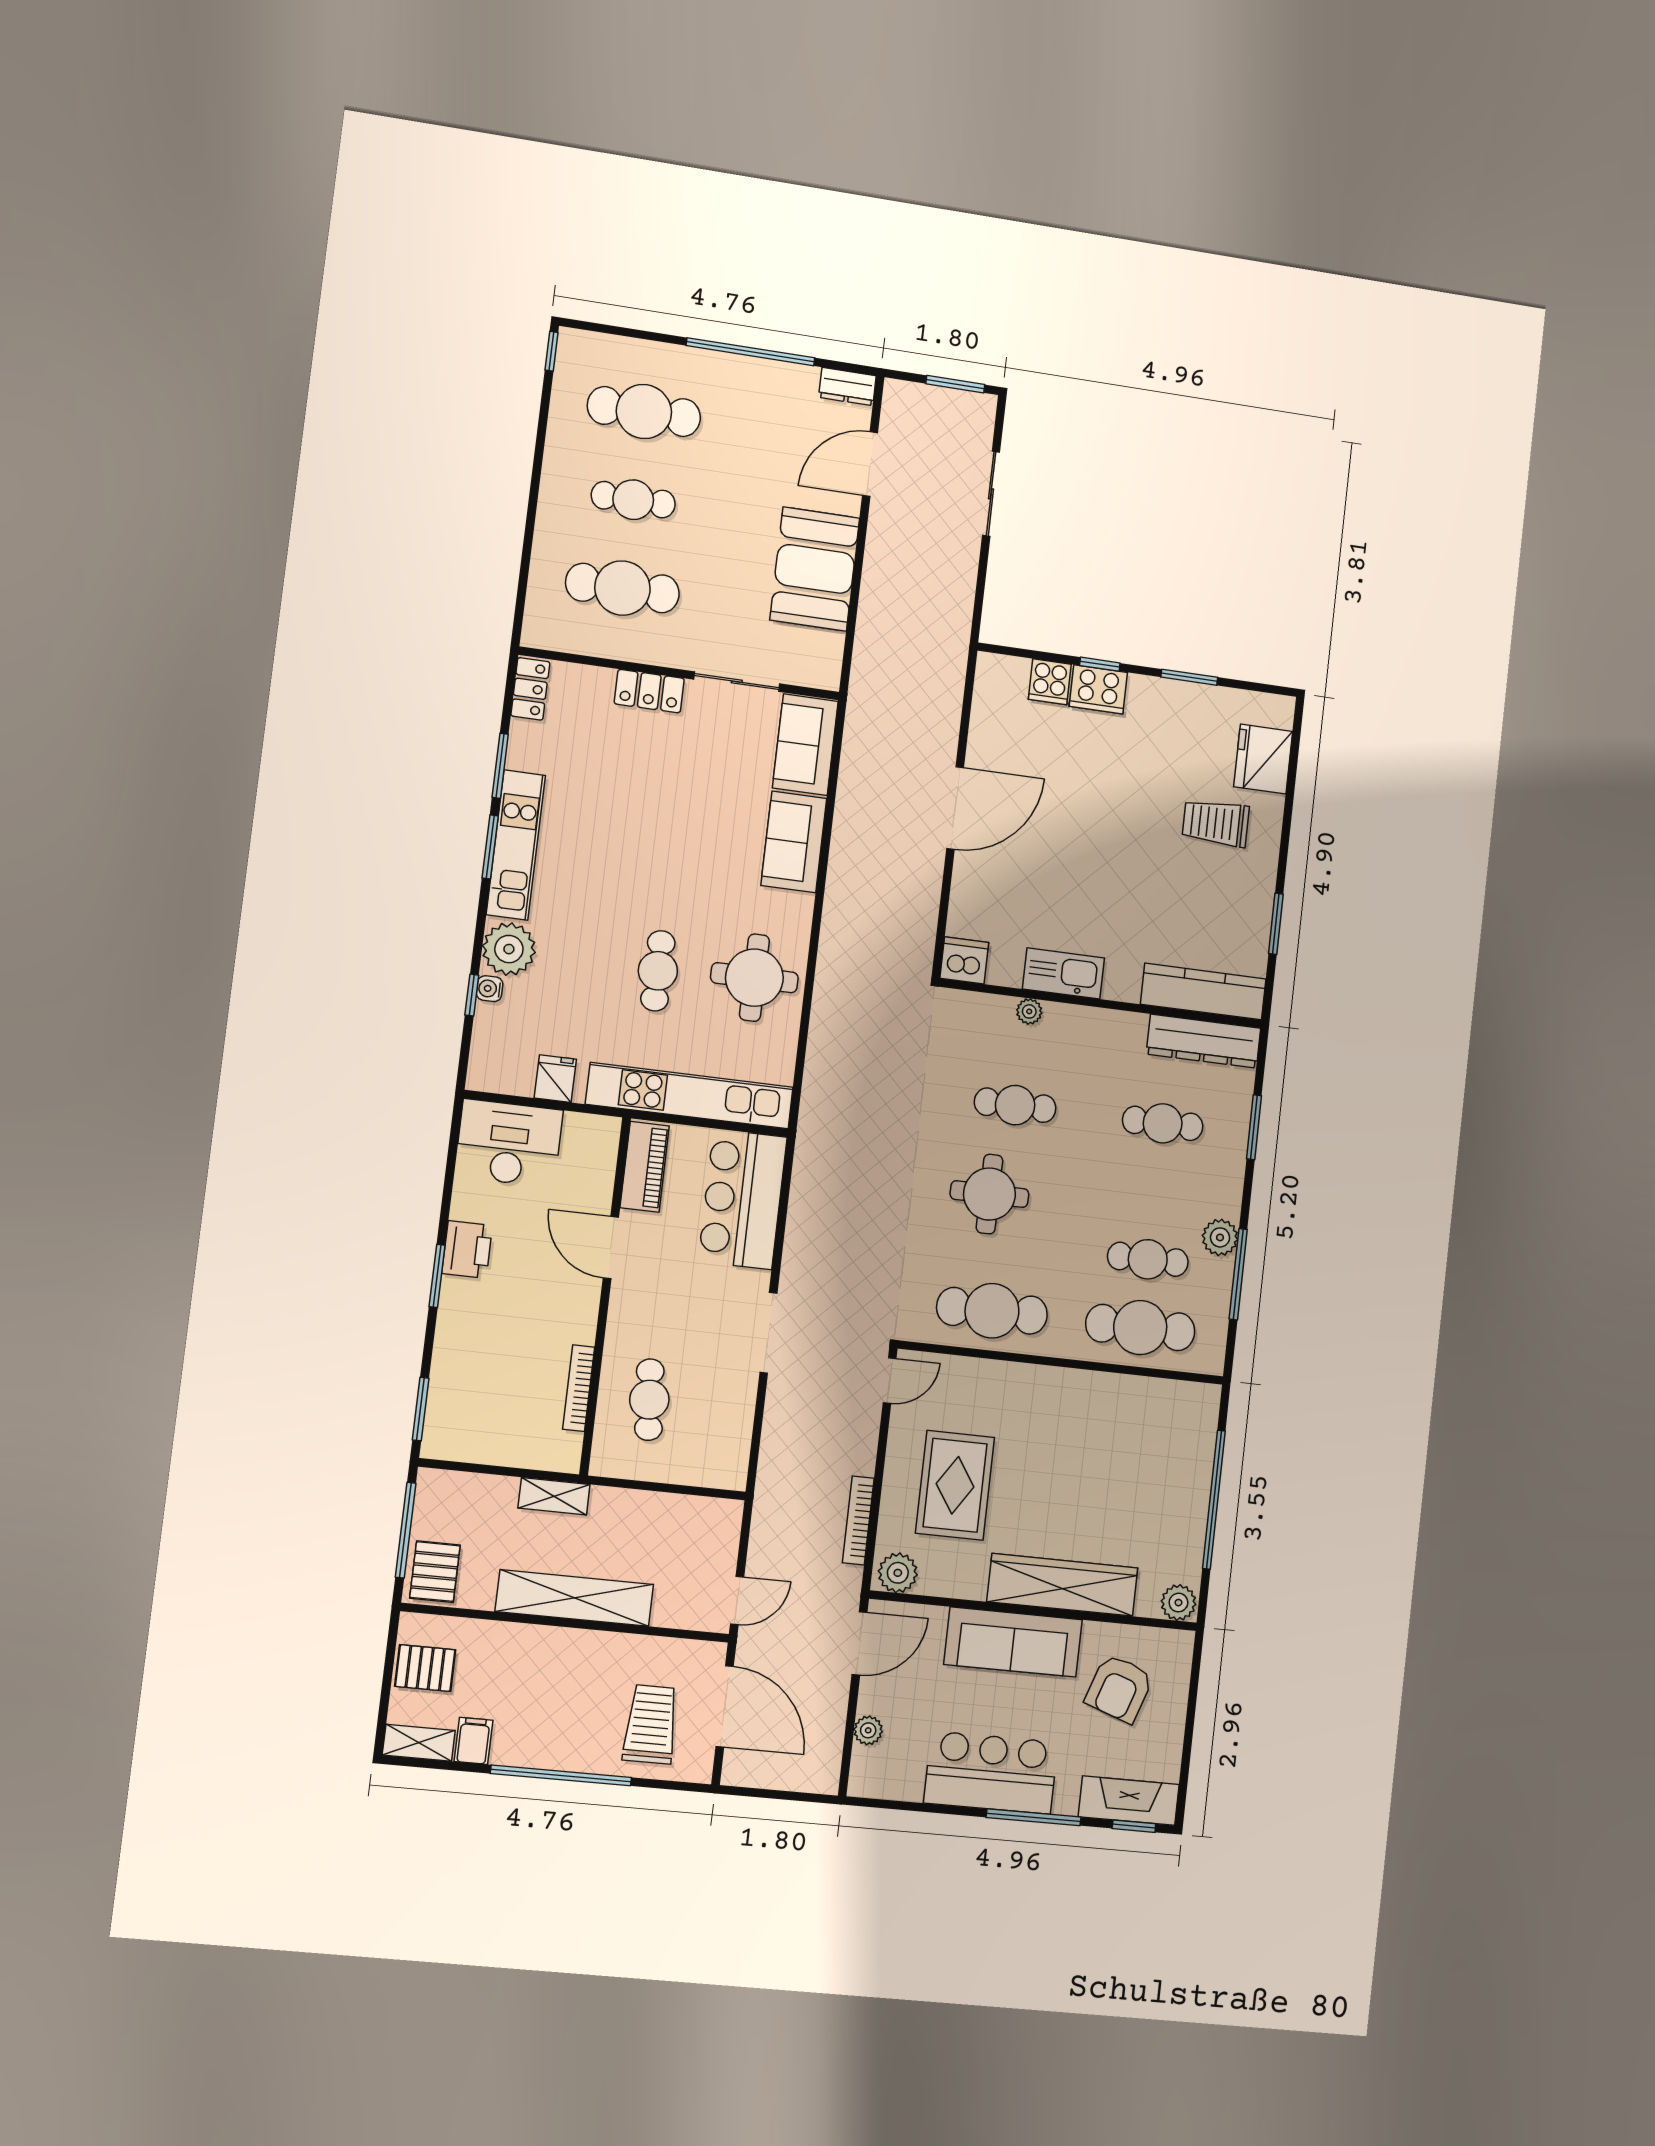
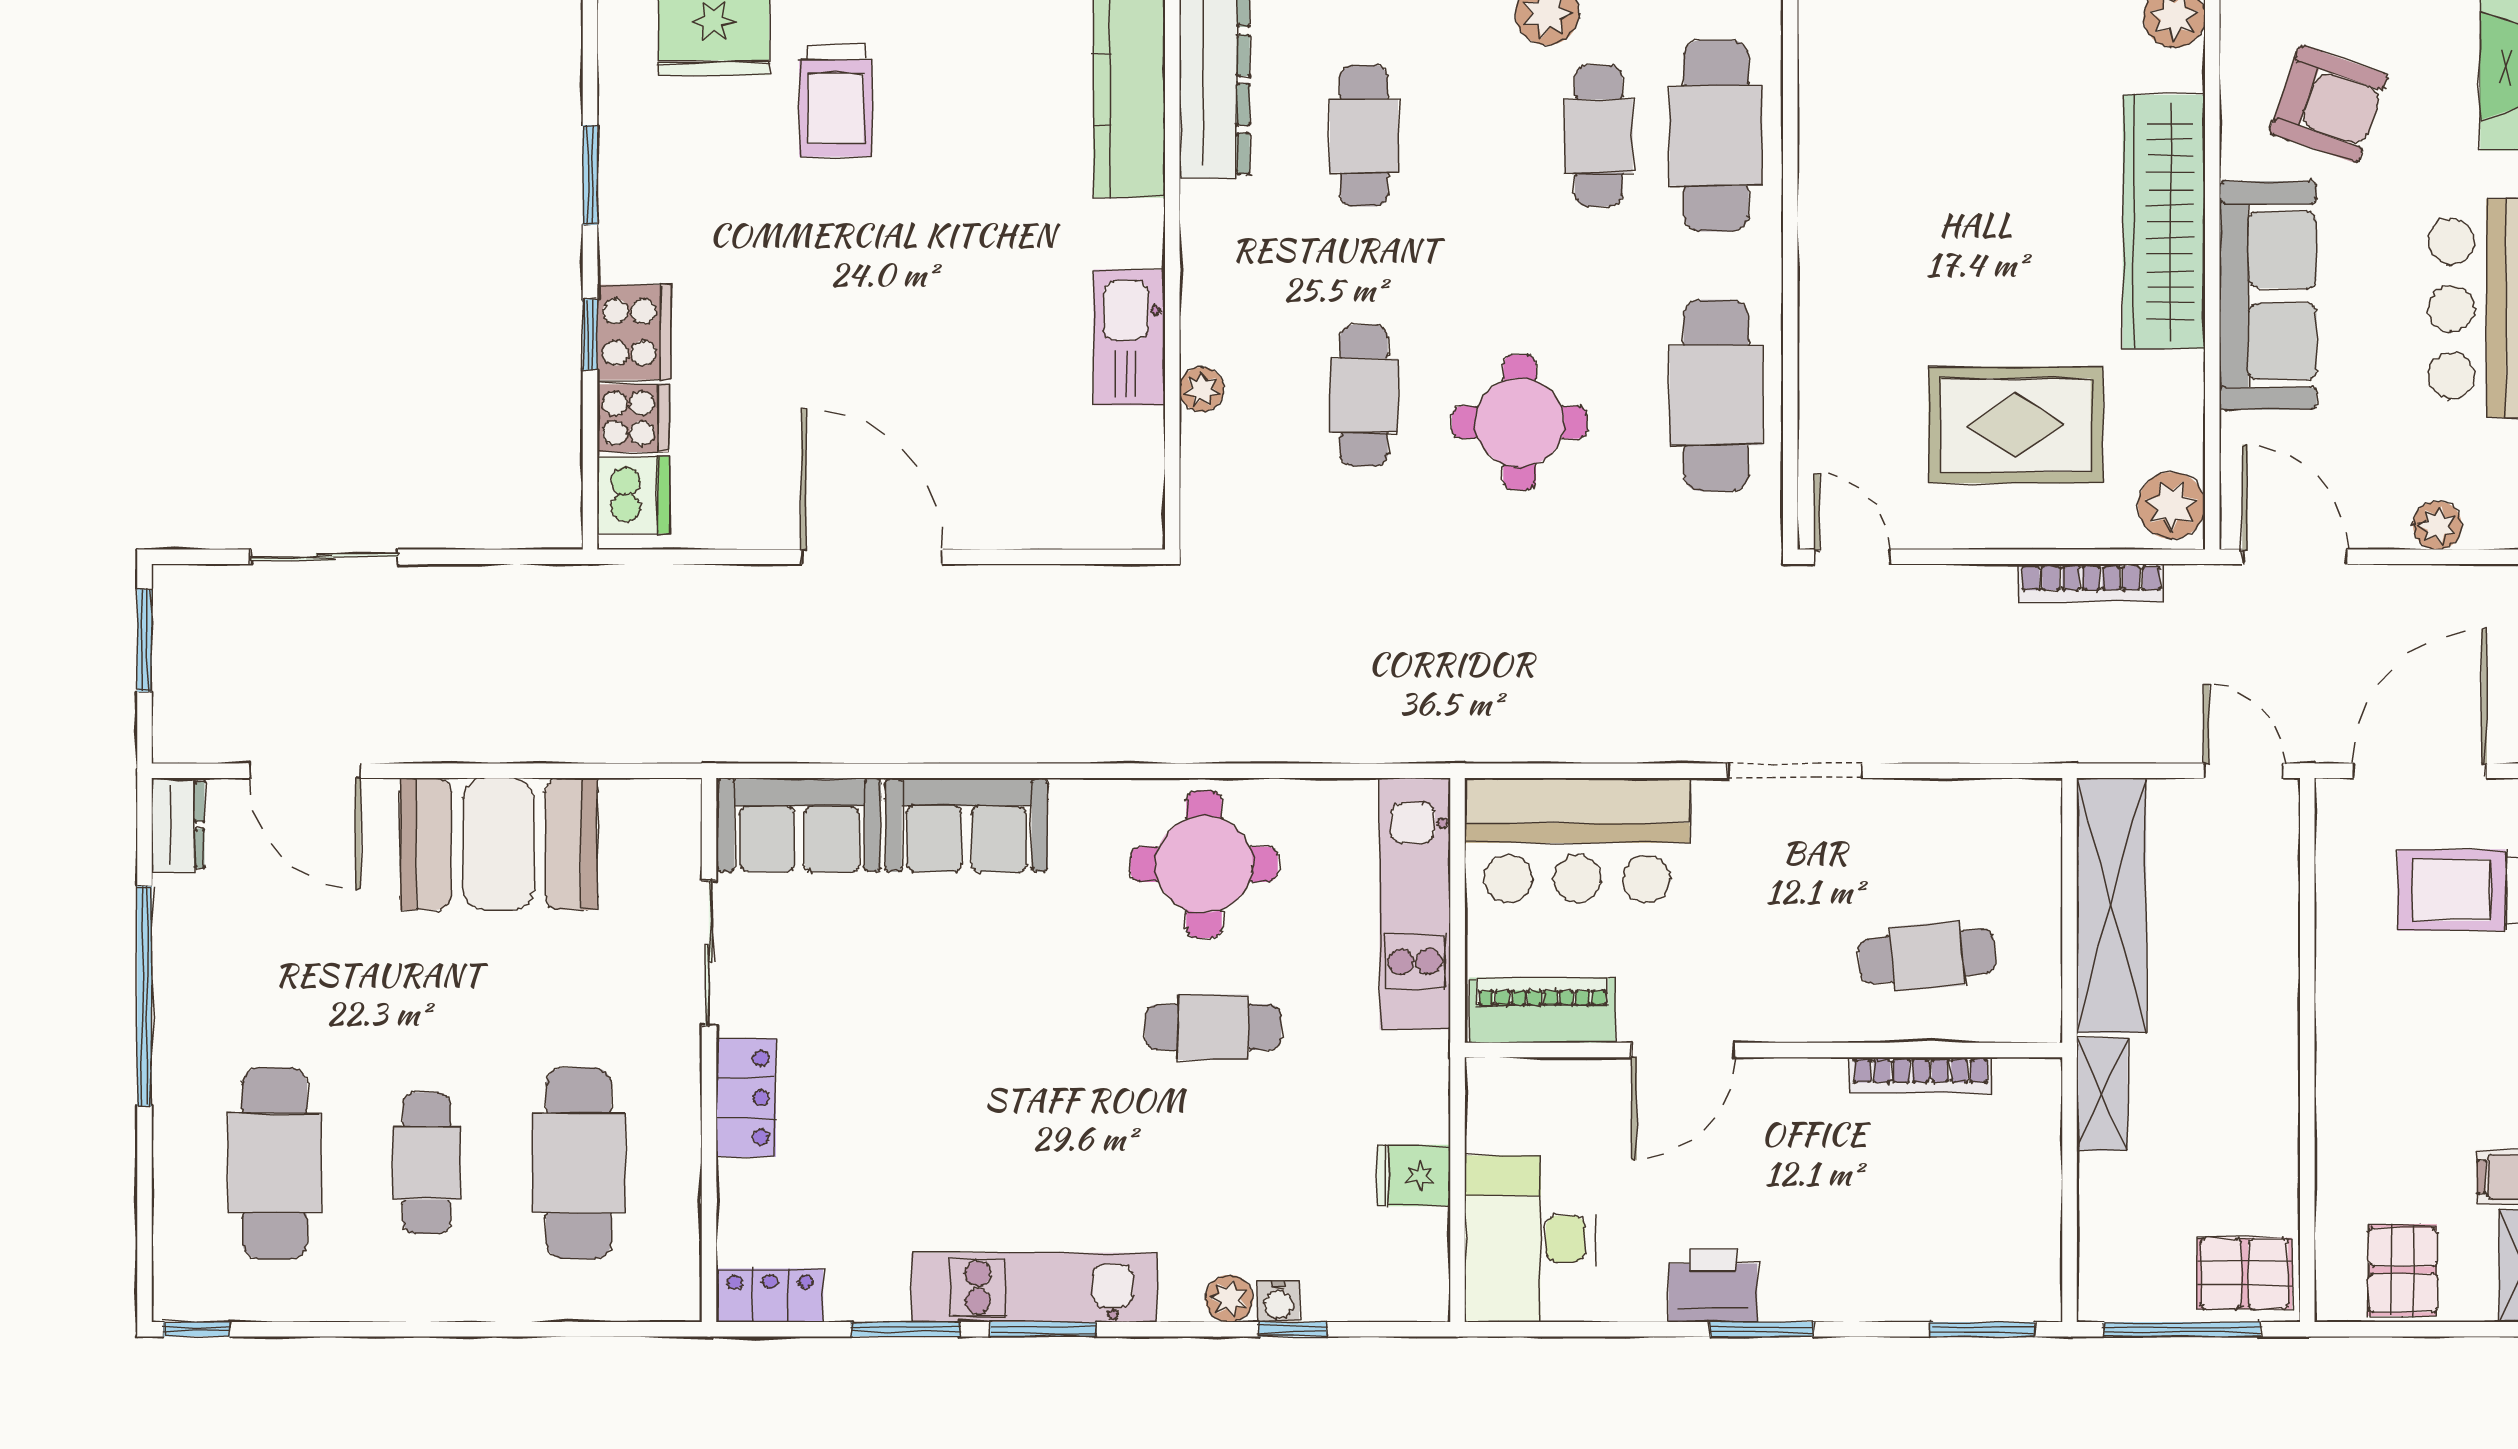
plant: (509, 949) -> (1229, 1298), width x0.53, depth x0.53
dishwasher: (964, 960) -> (633, 495), moved, turned 180
kitchen unit: (690, 1096) -> (1415, 904), width x0.73
shelving: (575, 1598) -> (2111, 905), moved

